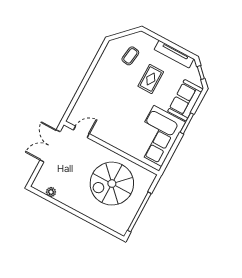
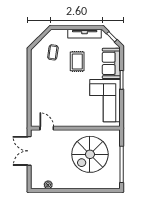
door: (81, 132) -> (47, 128), hinge flipped

